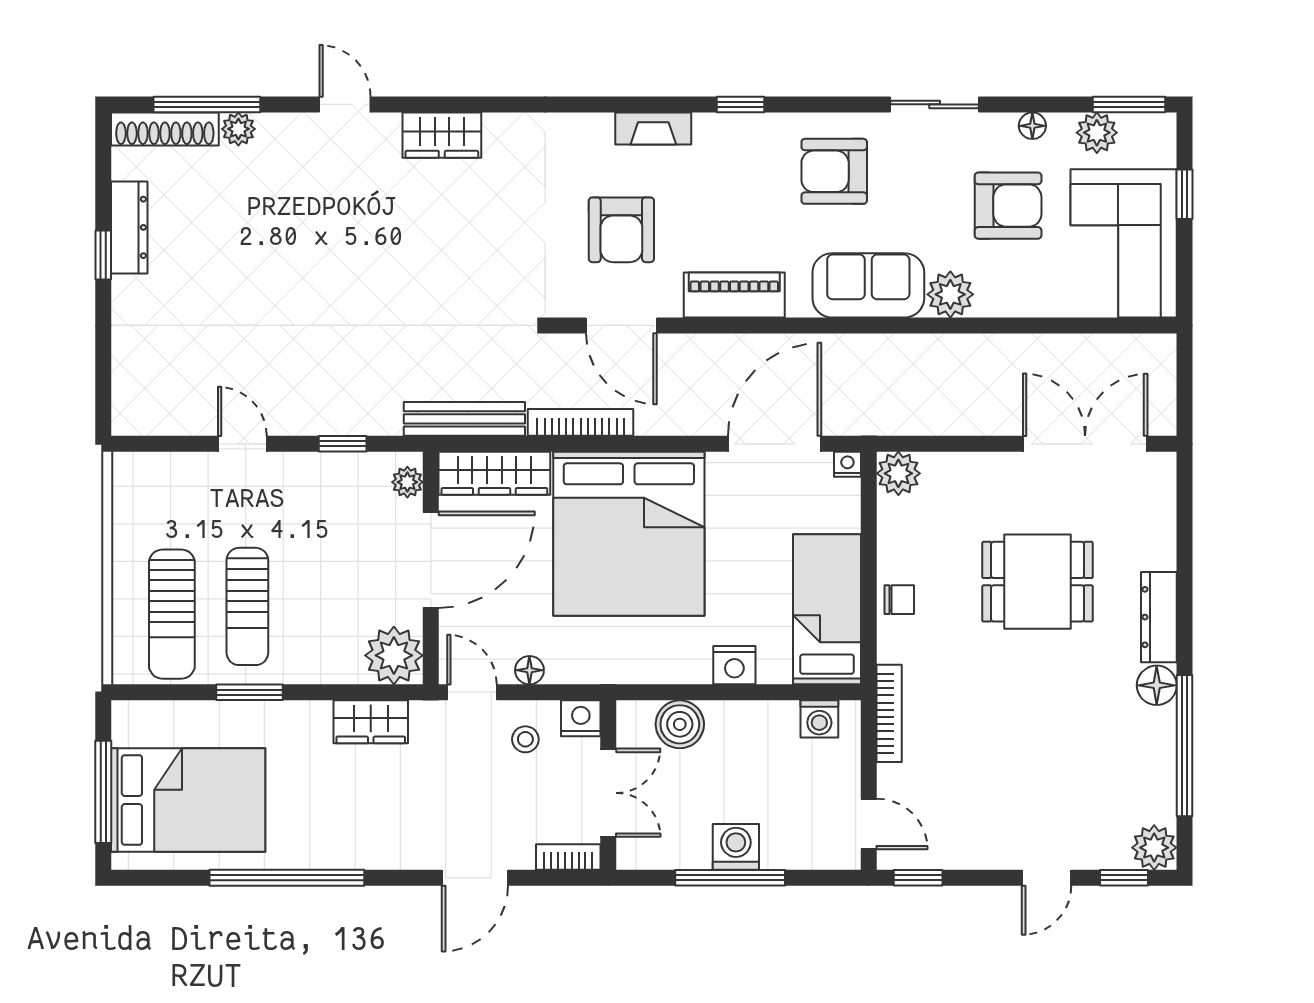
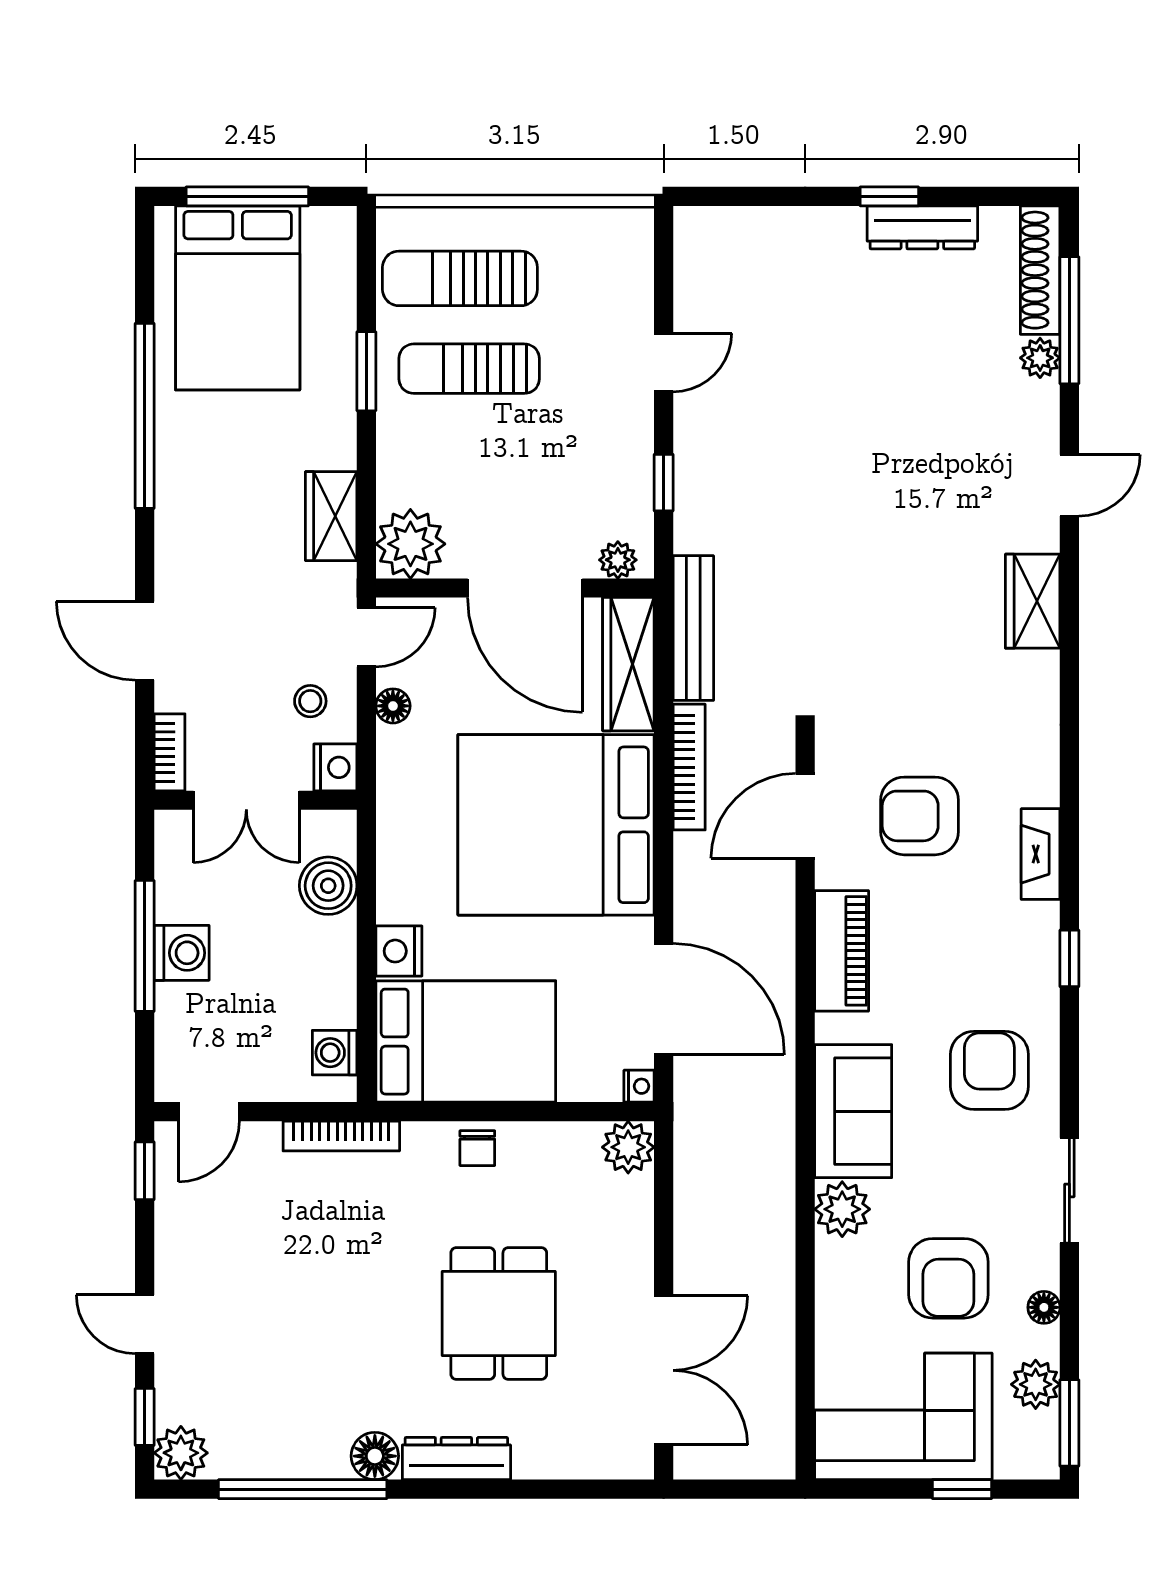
bed: (827, 609) -> (466, 1042), width x1.50

